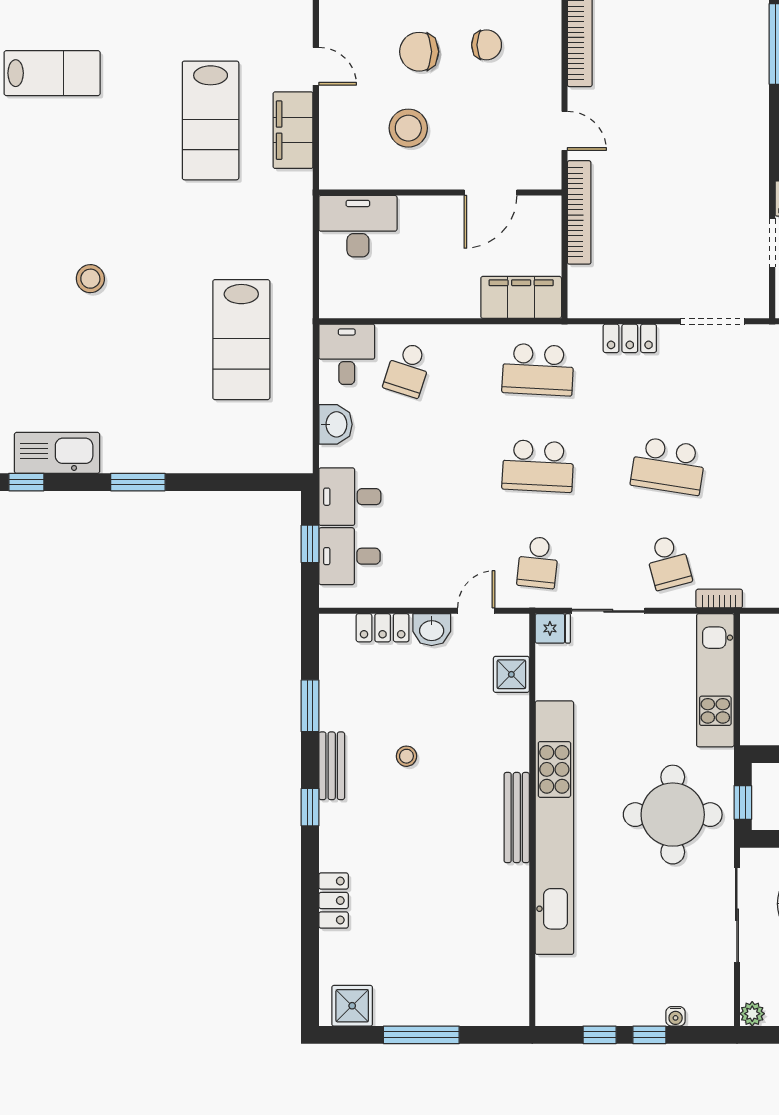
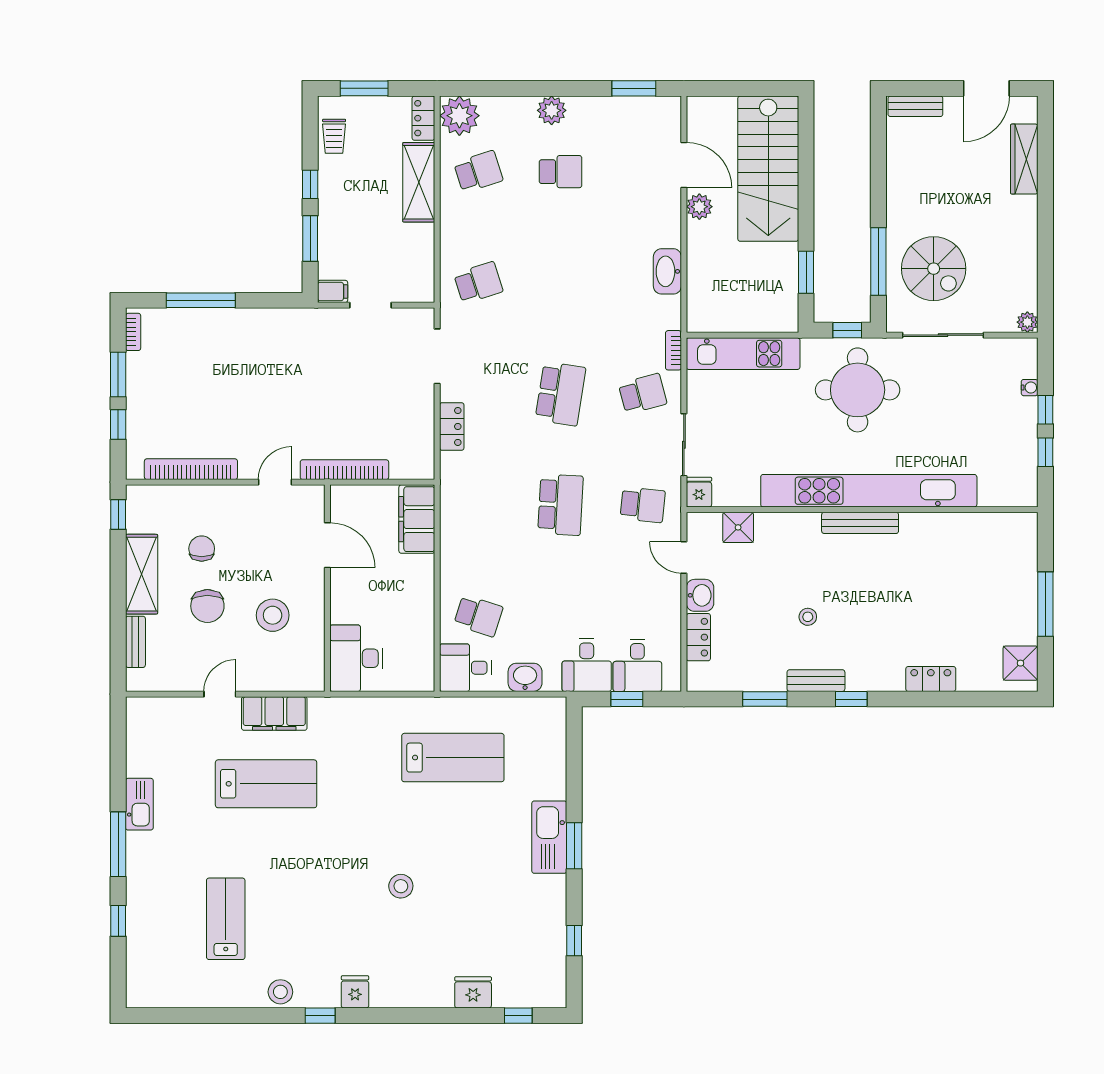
school desk: (538, 370) -> (478, 505), removed
kitchen sink: (57, 453) -> (549, 837), moved

